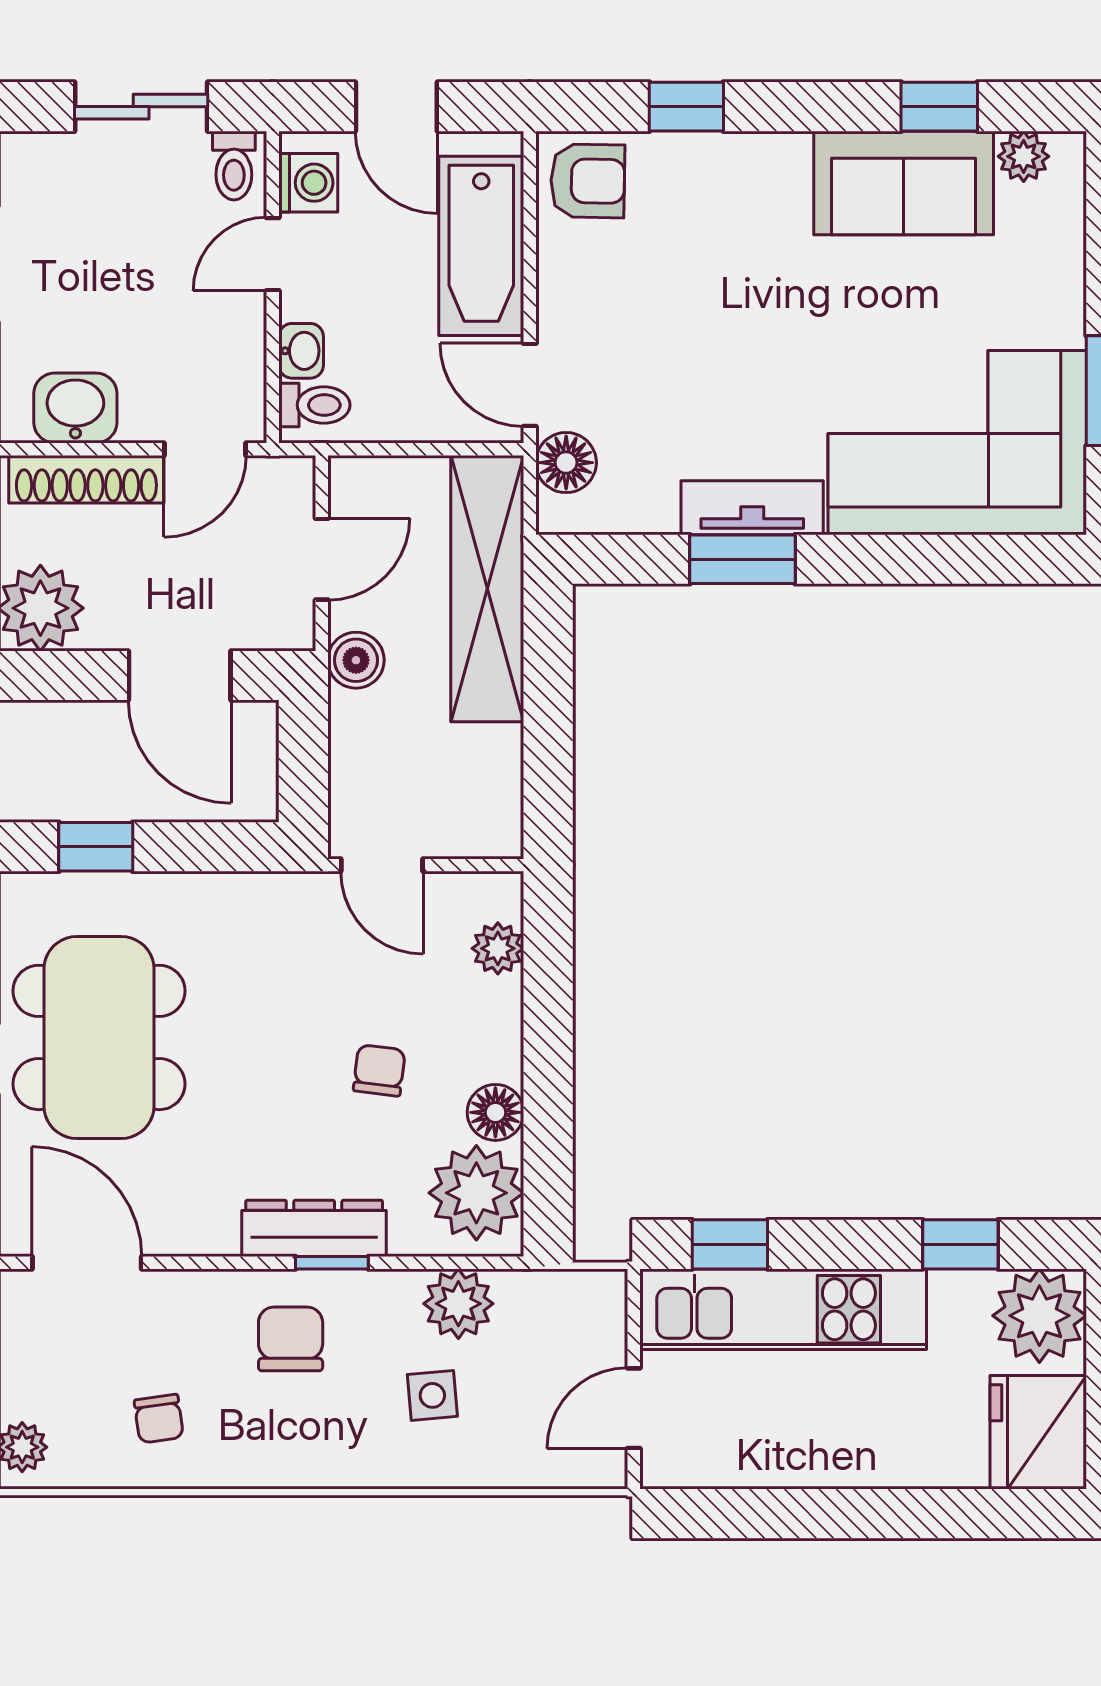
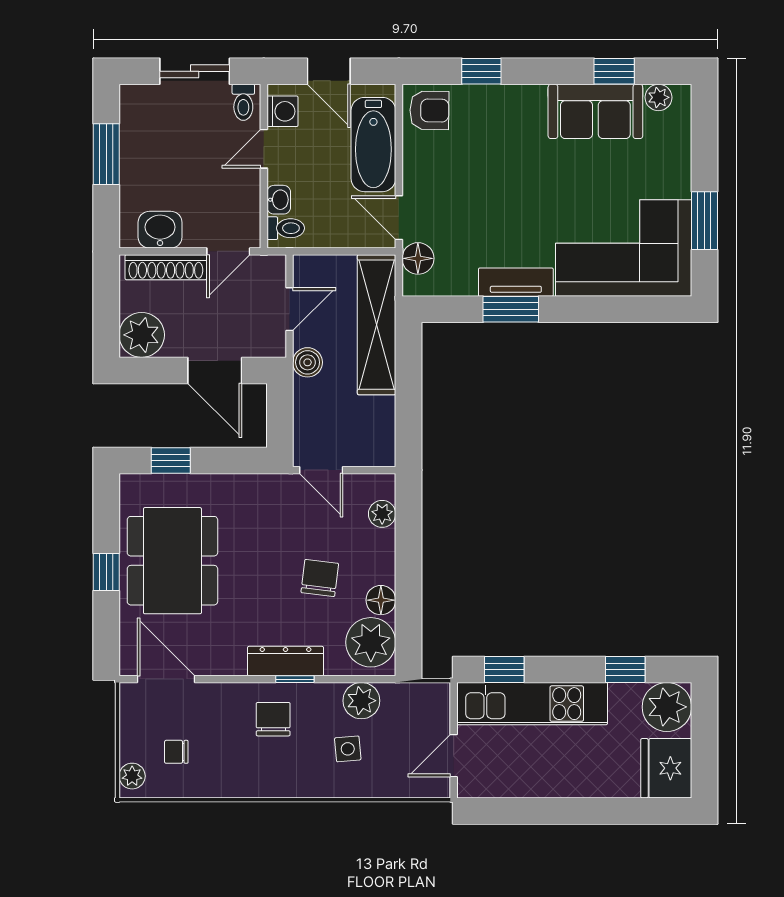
chair: (379, 1070) -> (320, 578), width x1.37, depth x1.37
chair: (159, 1419) -> (176, 752), moved, turned 98

